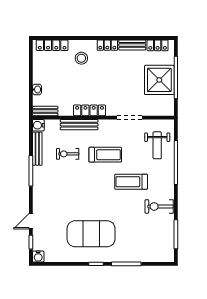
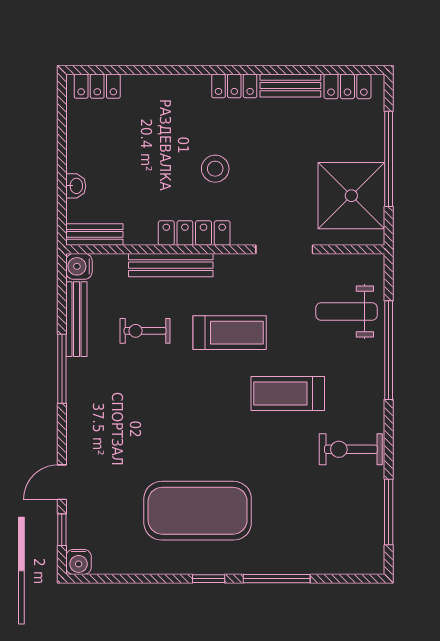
locker: (52, 45) -> (97, 86), width x0.66
stool: (81, 58) -> (215, 169), moved
shower: (159, 80) -> (351, 196), moved
weight bench: (157, 145) -> (347, 312), turned 90

